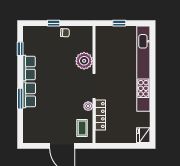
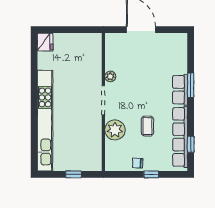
row of seats: (29, 68) -> (180, 137), width x2.02
locker: (100, 115) -> (96, 66), removed
coffee table: (82, 128) -> (147, 126), moved

